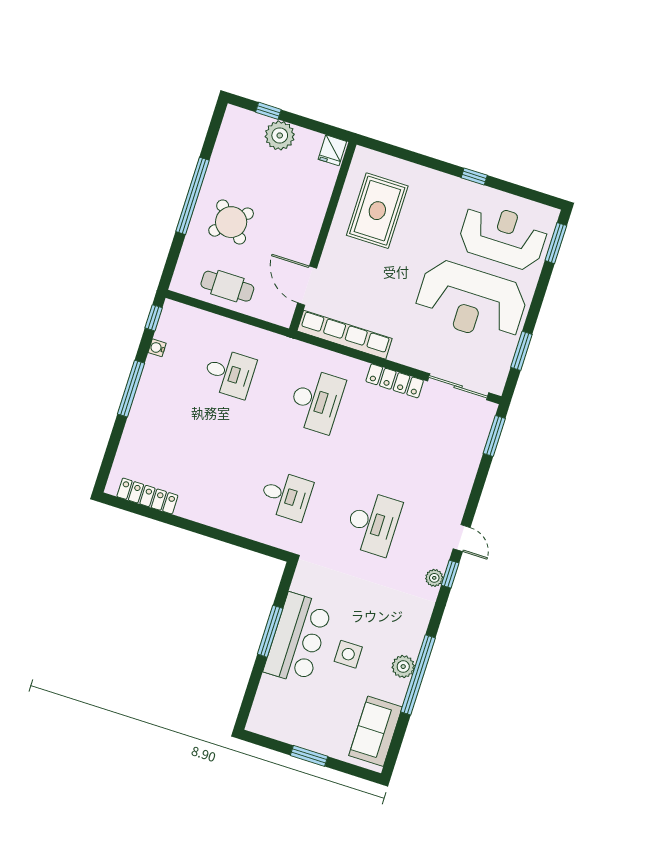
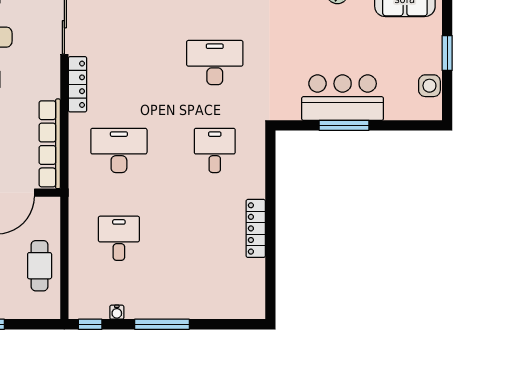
locker: (147, 496) -> (256, 228), moved
side table: (348, 654) -> (429, 86), moved

